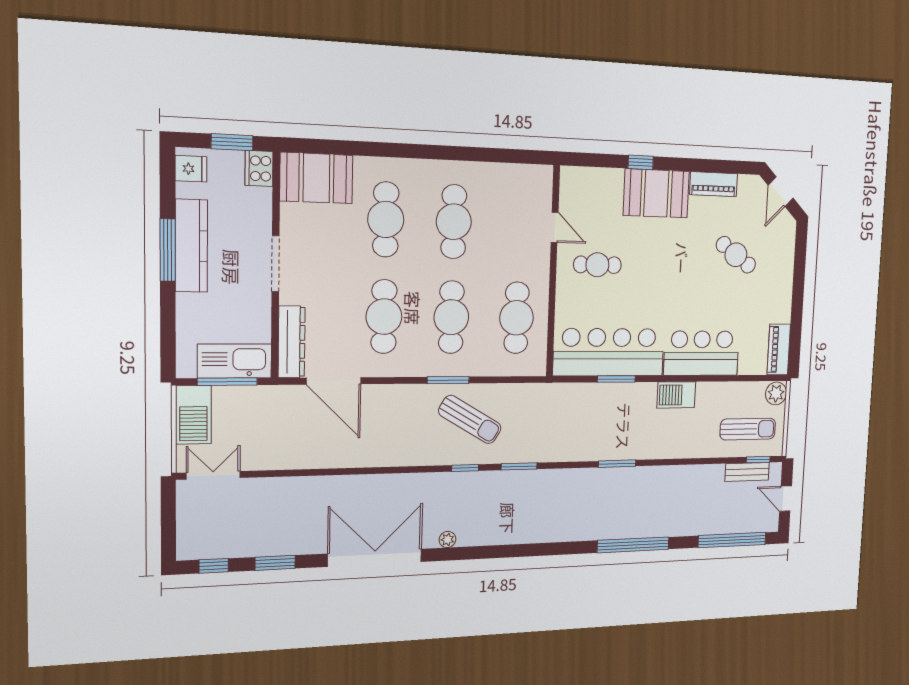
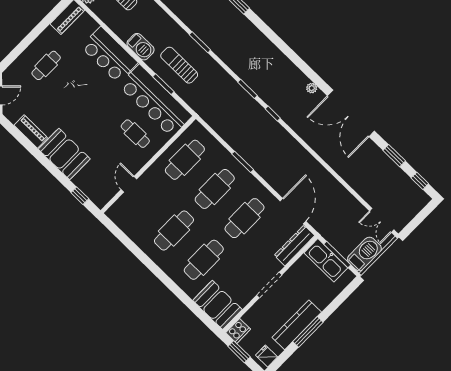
window: (641, 162) -> (80, 196), moved
cafe table: (736, 255) -> (46, 65), moved, turned 55
cafe table: (597, 265) -> (135, 134), moved
sun lounger: (470, 420) -> (179, 65), moved, turned -31

